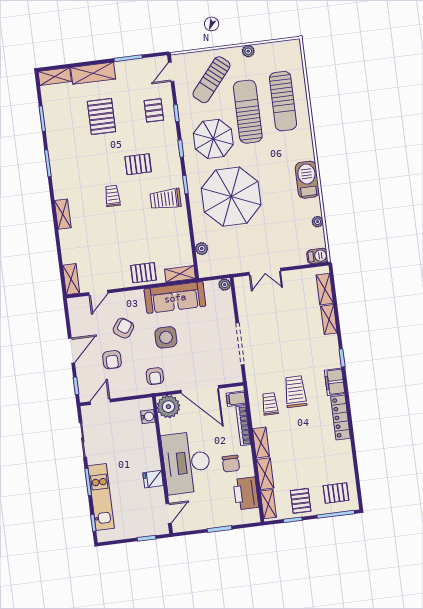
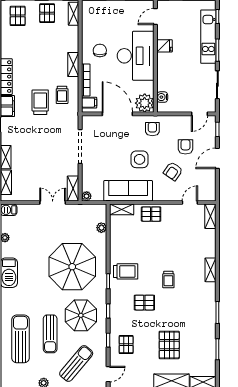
sun lounger: (248, 112) -> (50, 334), width x0.73, depth x0.75
trolley: (295, 392) -> (40, 102), turned 180
shelving: (265, 474) -> (73, 188), moved
printer: (246, 493) -> (91, 25), removed
pallet: (336, 493) -> (18, 16), turned 90

